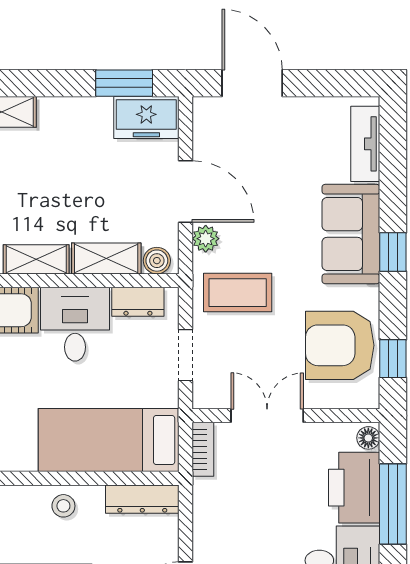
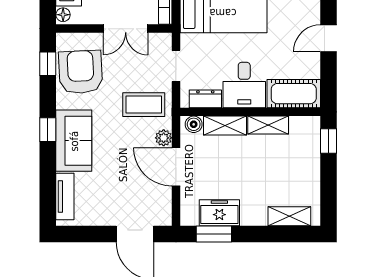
freezer: (146, 117) -> (219, 213), moved
armchair: (340, 345) -> (81, 72), turned -93

